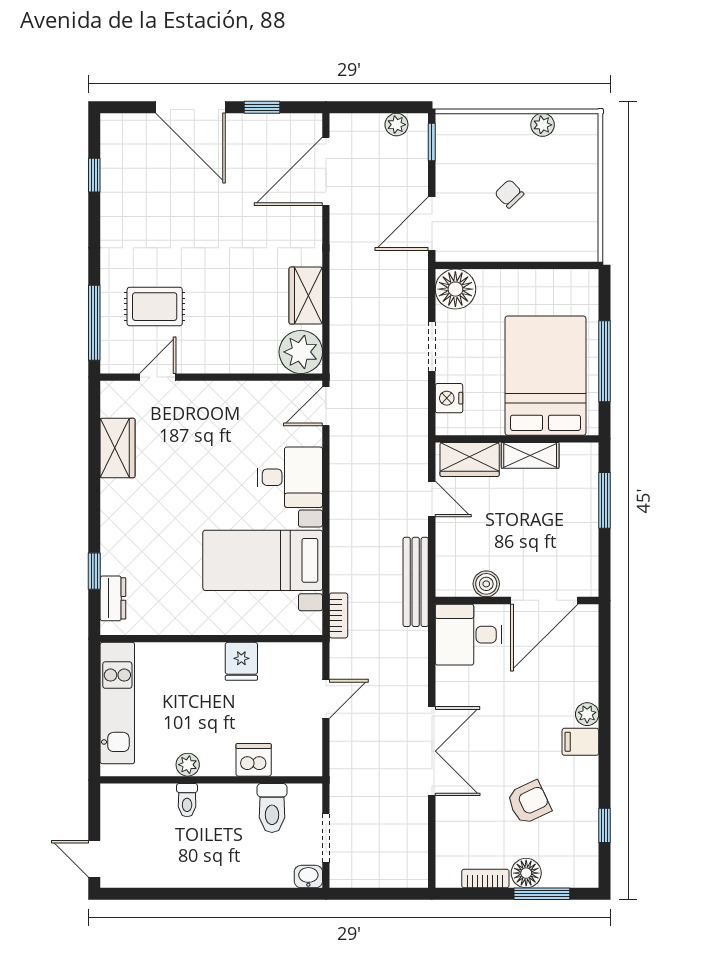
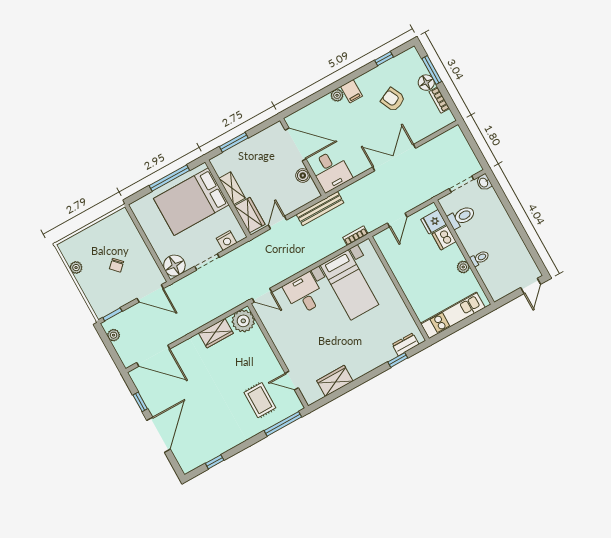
fridge: (241, 661) -> (433, 222), moved, turned 180
door: (326, 699) -> (397, 220), swing flipped

